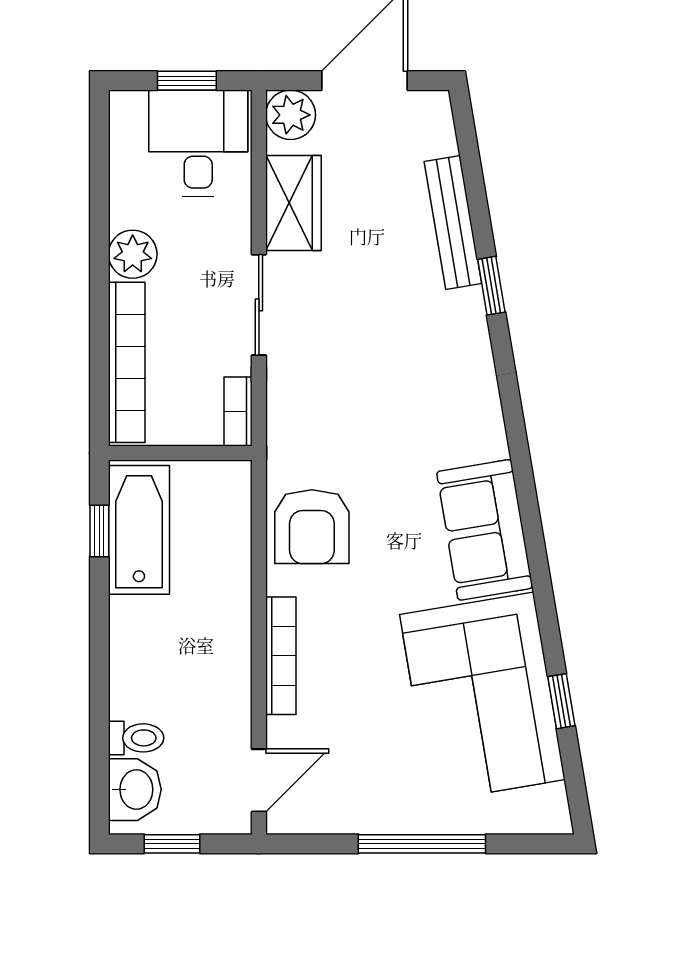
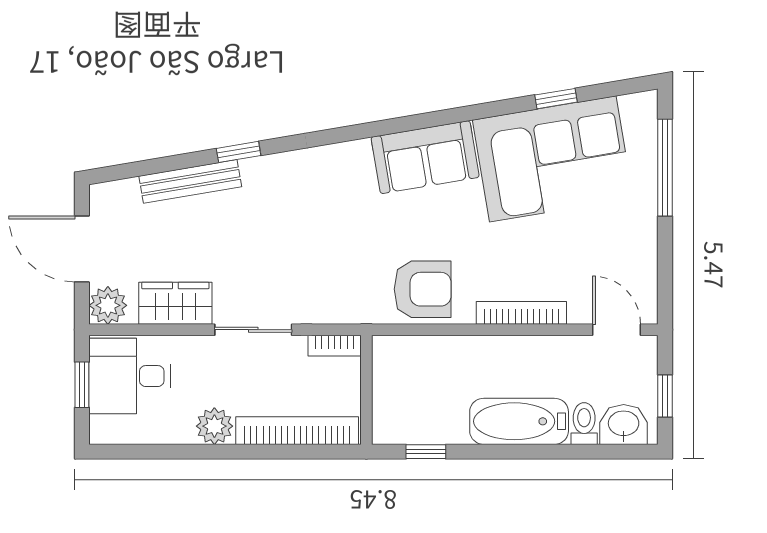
bathtub: (139, 530) -> (519, 421), moved
window: (422, 844) -> (665, 168), moved

